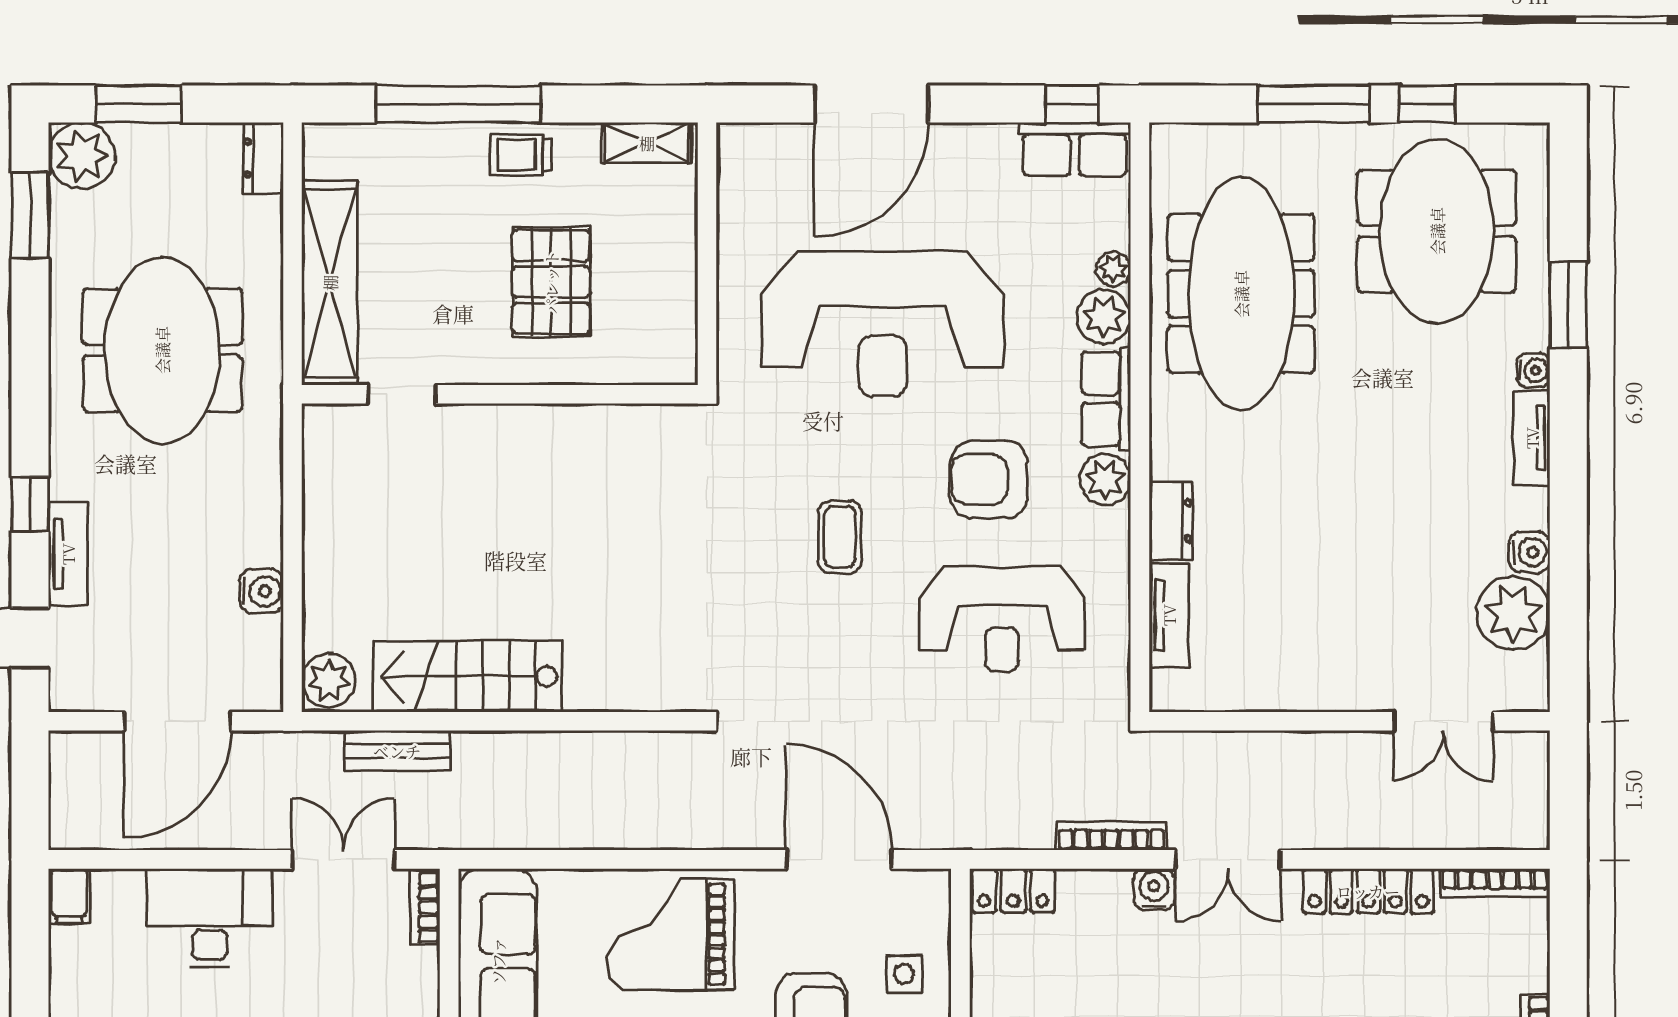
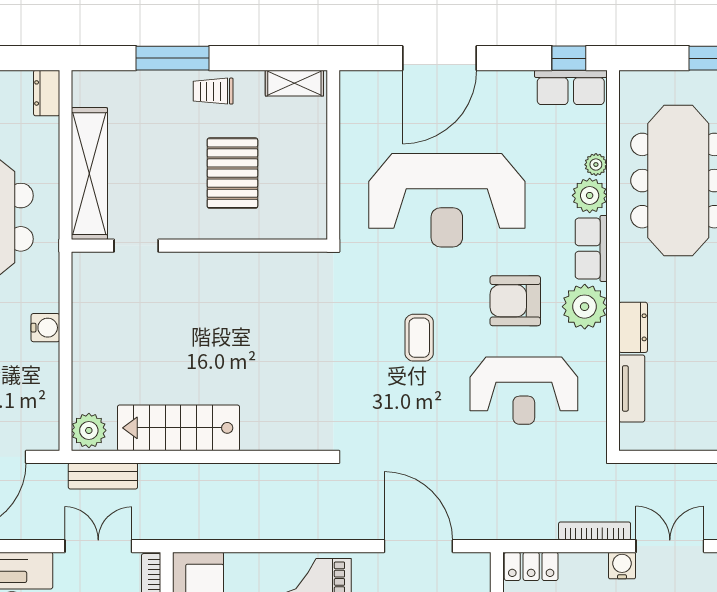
window: (458, 104) -> (173, 58), width x0.68
plant: (1105, 479) -> (585, 307), width x1.36, depth x1.36
water cooler: (261, 591) -> (45, 328), moved
bench: (397, 751) -> (103, 476), moved
double door: (1228, 859) -> (670, 546), swing flipped

